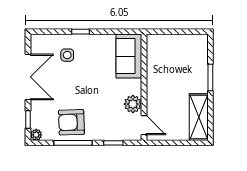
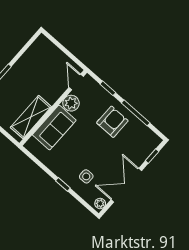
sofa: (129, 56) -> (54, 128), moved
shelving: (199, 117) -> (31, 117), moved
armchair: (71, 122) -> (112, 122), moved, turned -88
plant: (36, 135) -> (100, 203), moved

